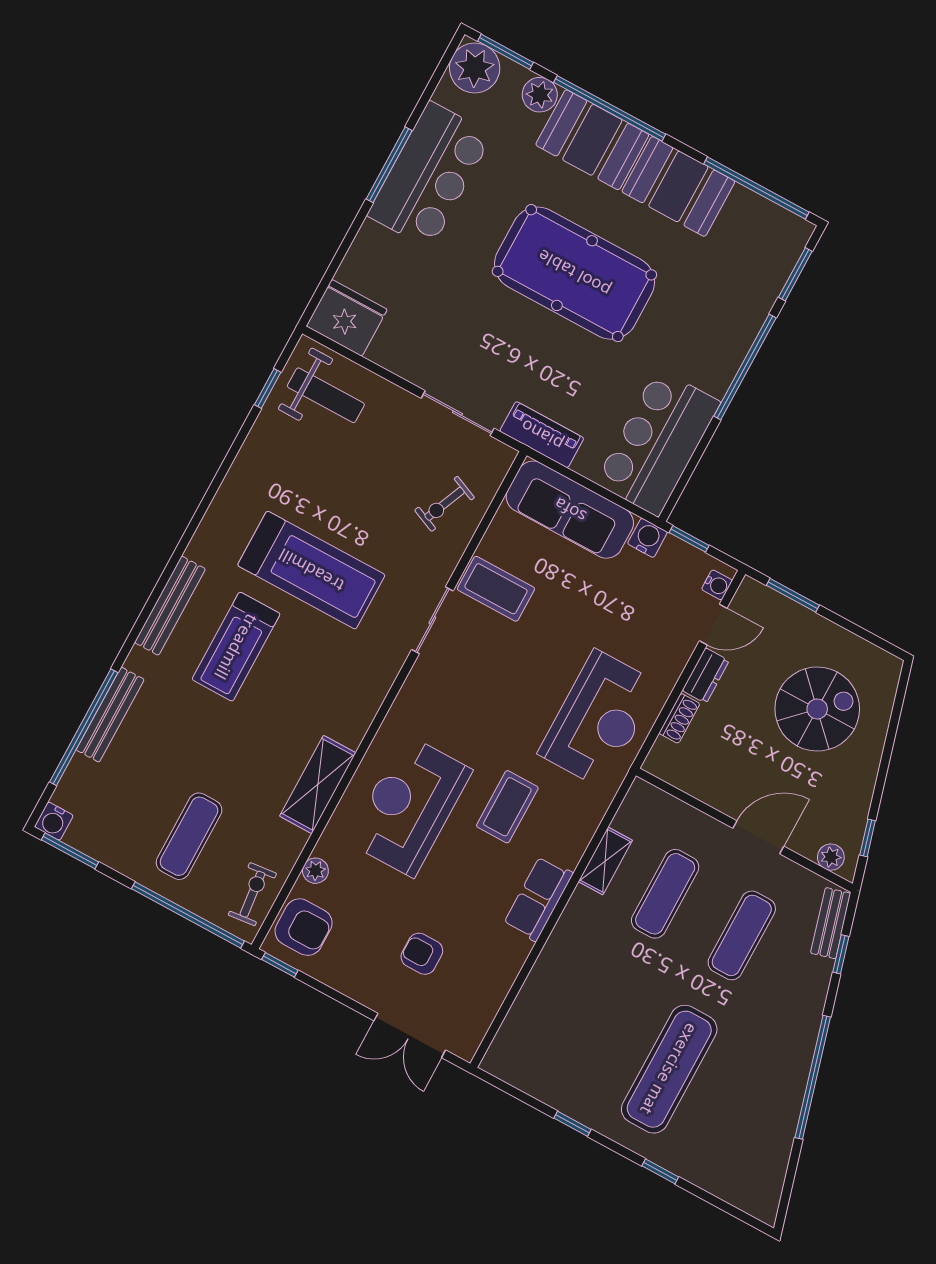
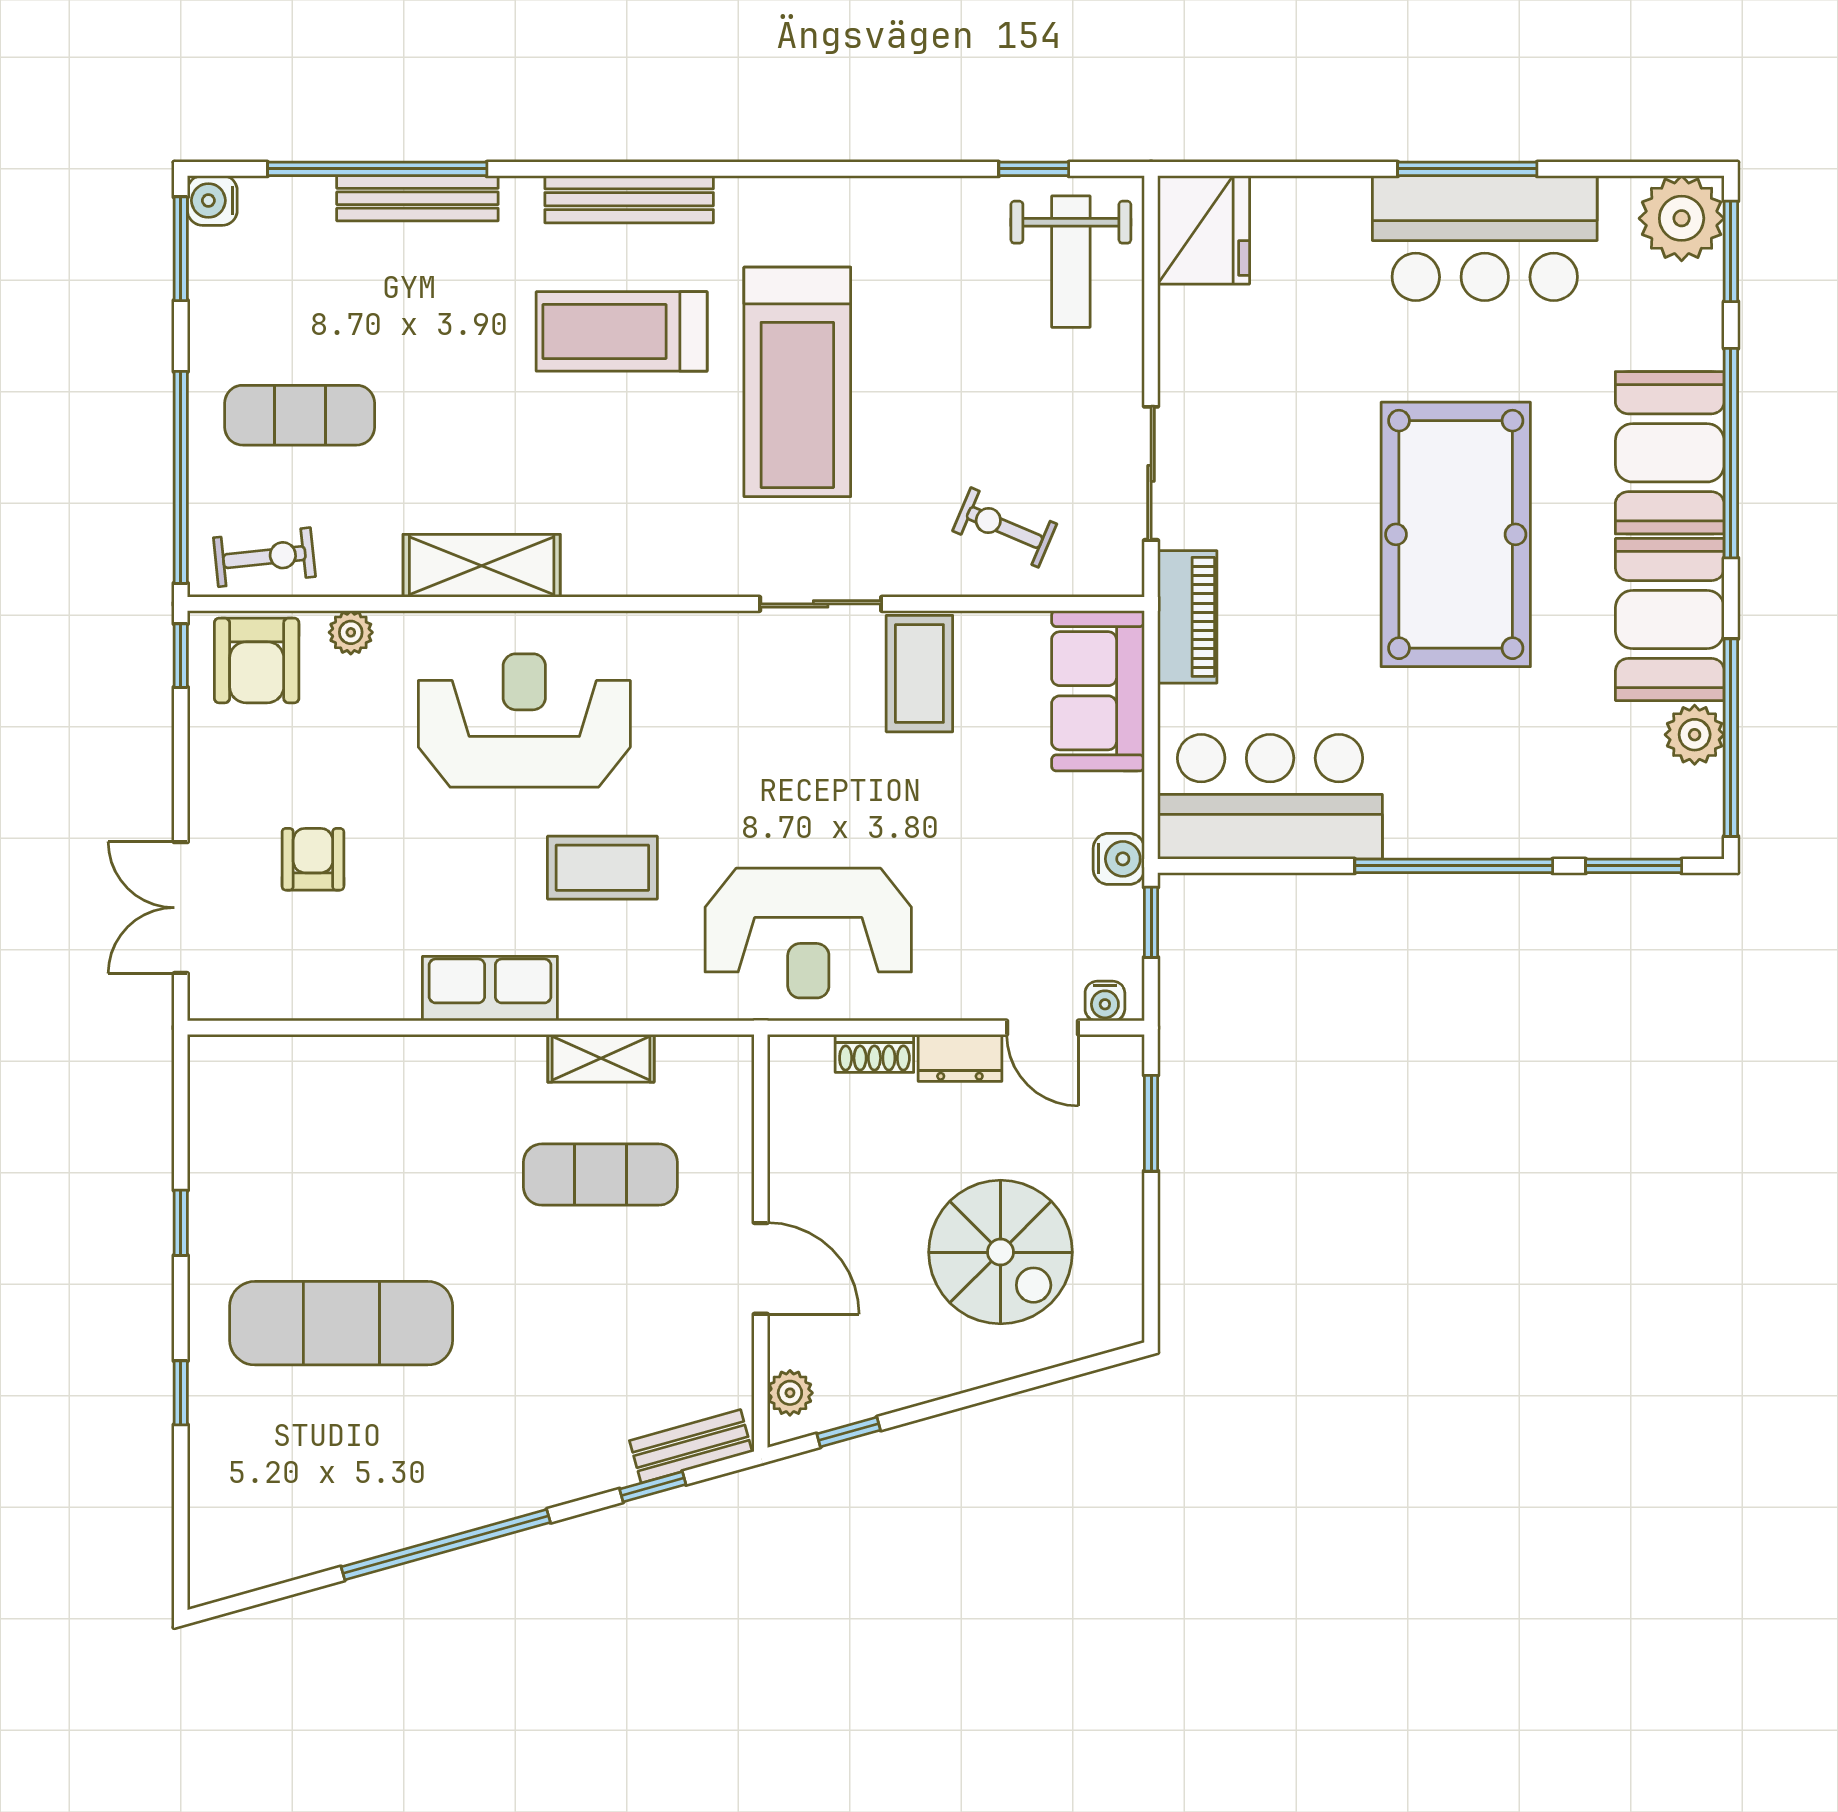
plant: (540, 95) -> (1695, 735), moved
sofa: (570, 510) -> (1098, 691), width x0.73
exercise mat: (742, 935) -> (600, 1323), removed

